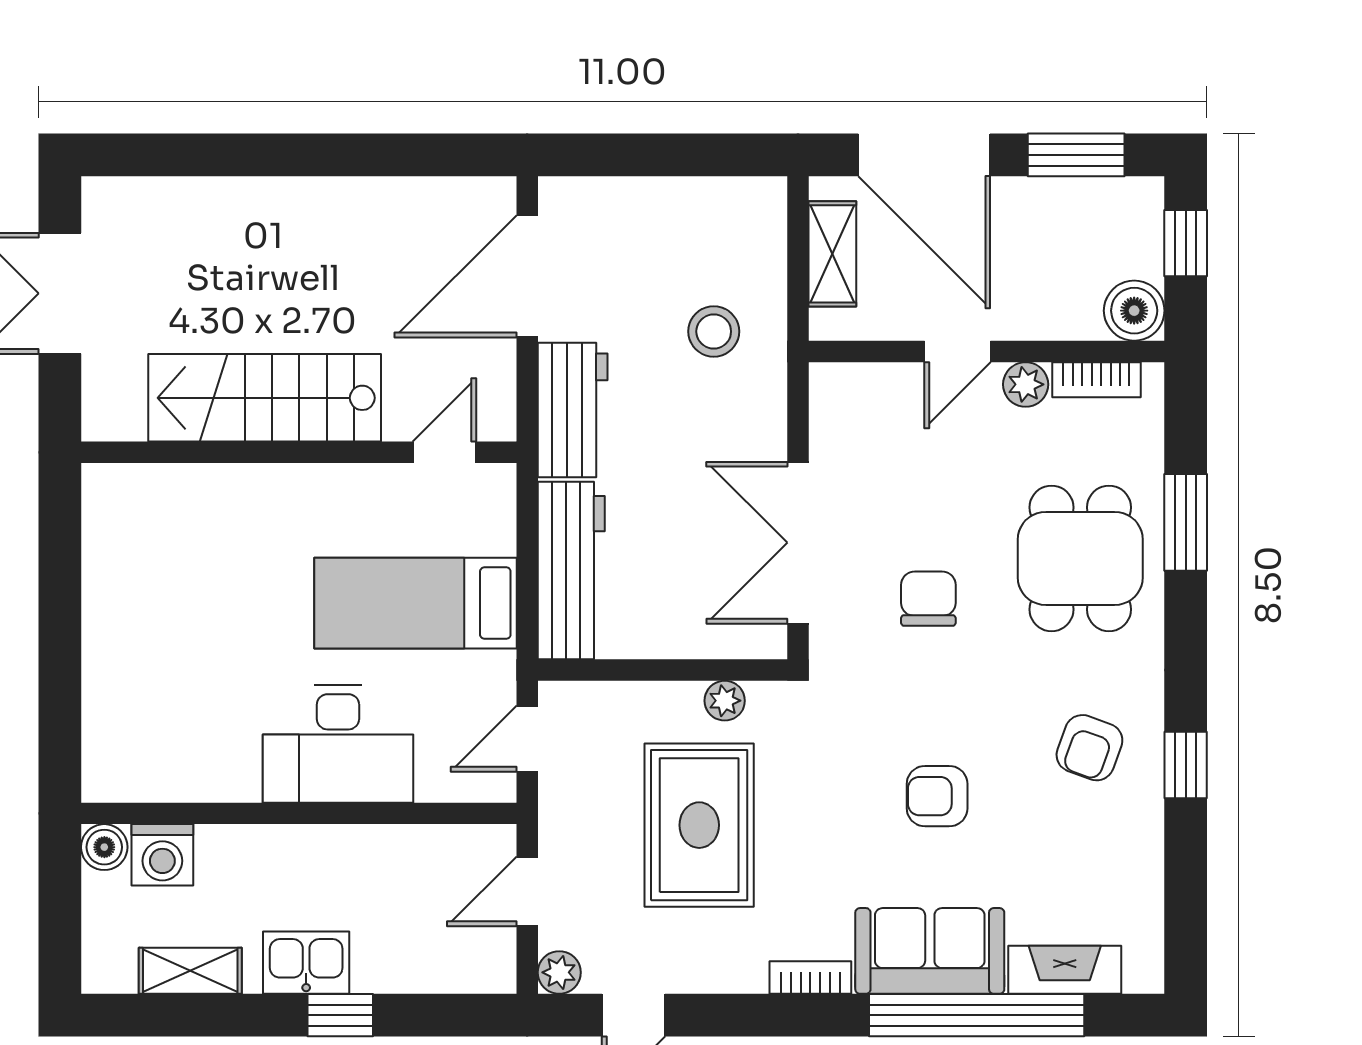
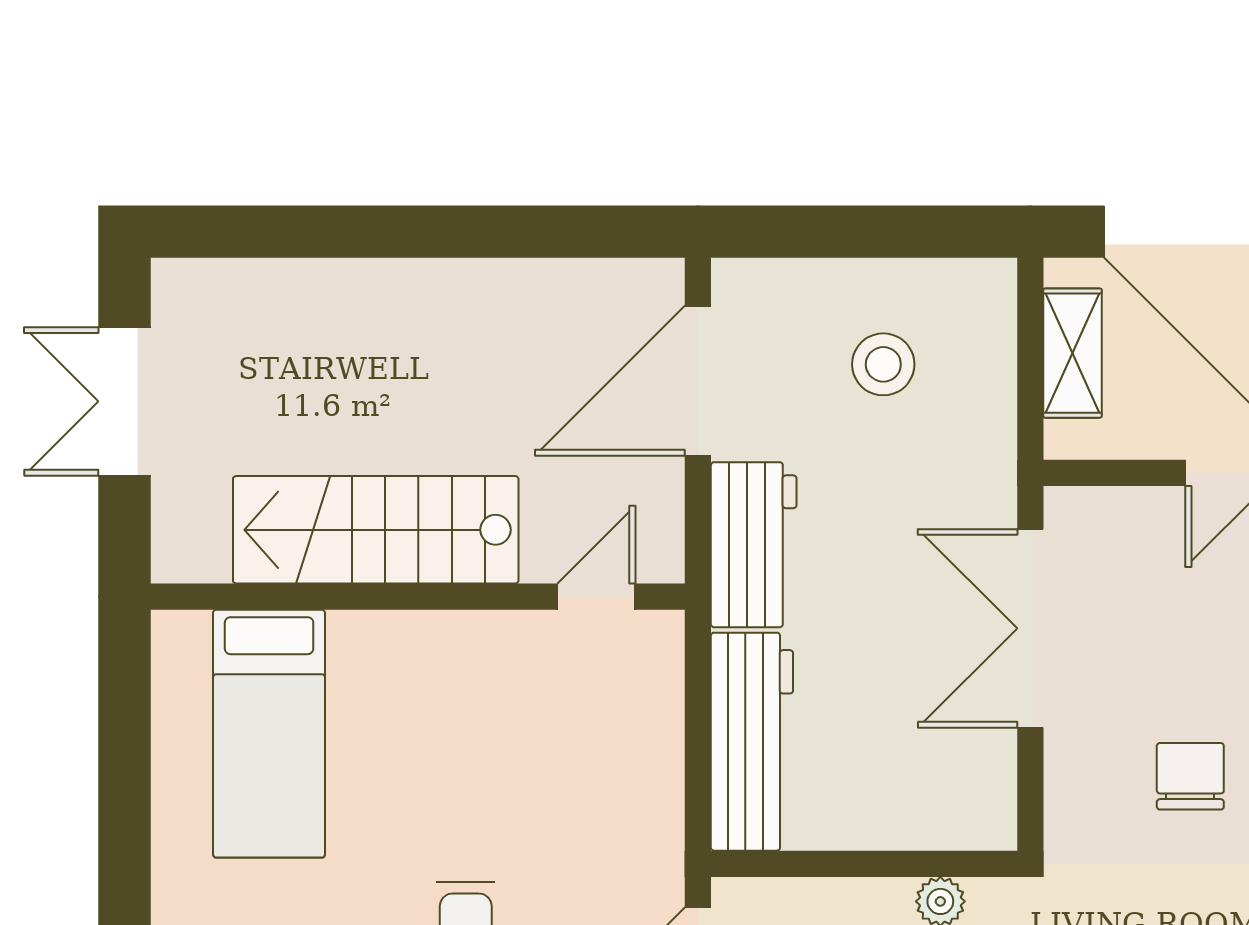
stool: (714, 331) -> (883, 364), moved
double door: (798, 543) -> (1030, 628), moved
bed: (415, 603) -> (269, 734), moved, turned -90

